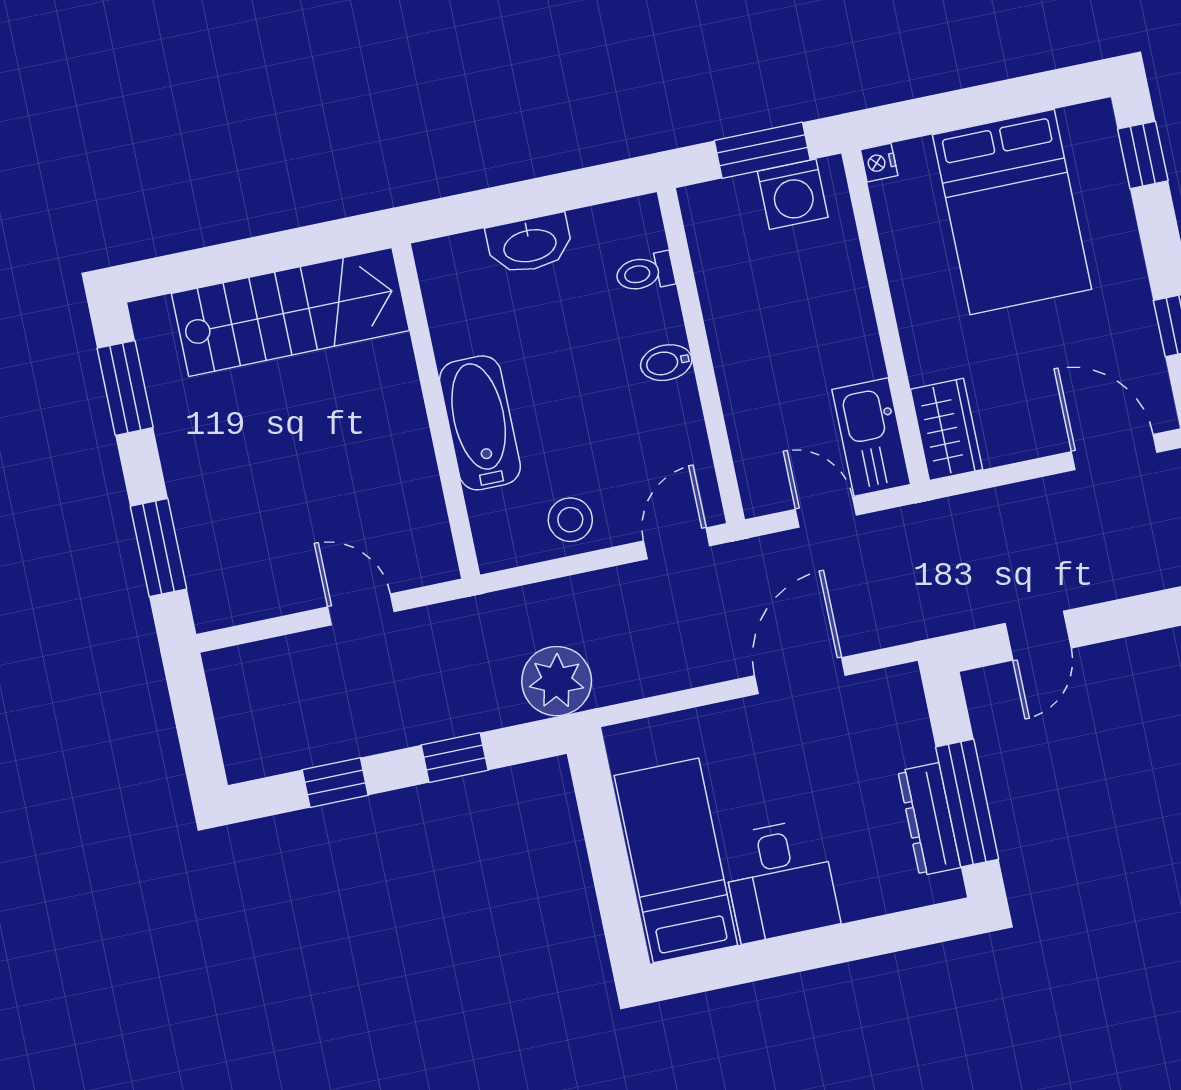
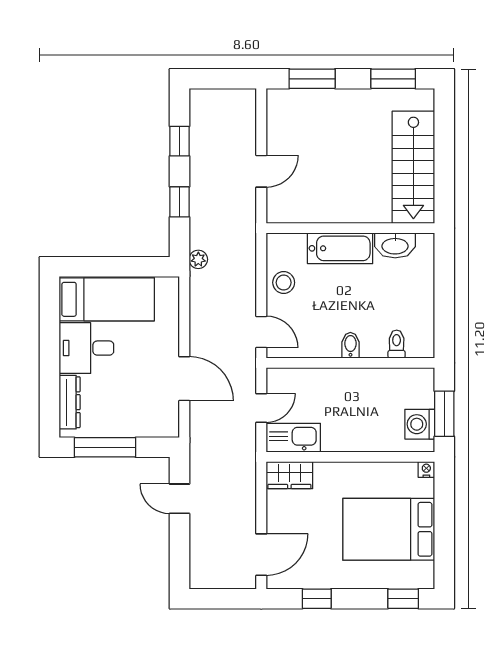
washbasin: (530, 244) -> (395, 245), moved, turned -90
plant: (557, 681) -> (198, 259), width x0.53, depth x0.53
dresser: (929, 819) -> (70, 402), moved, turned 90

